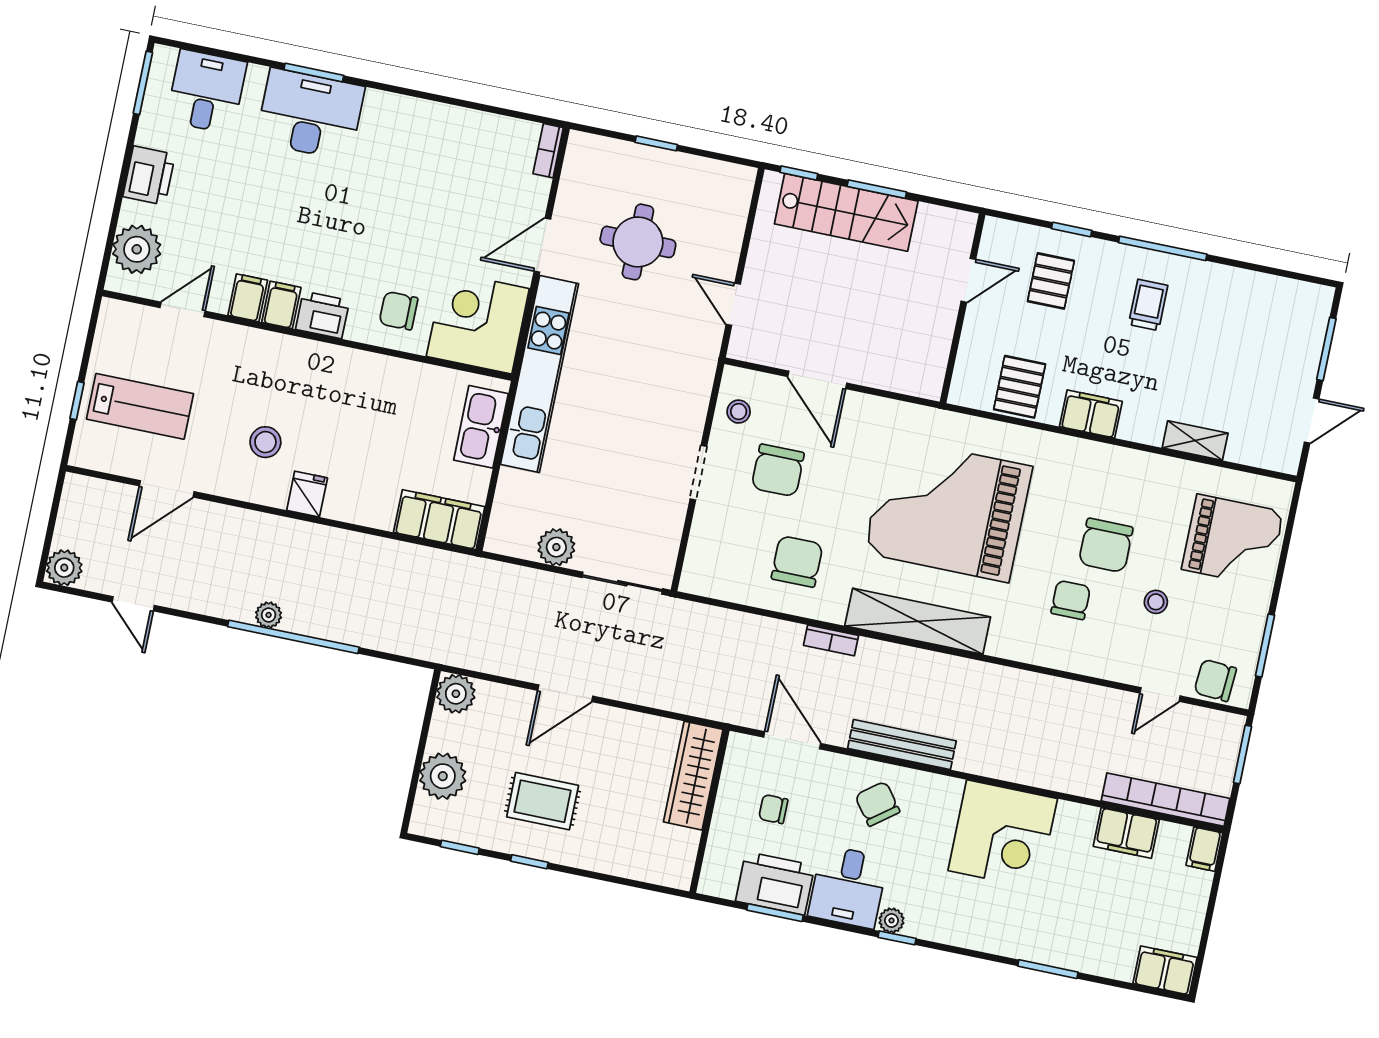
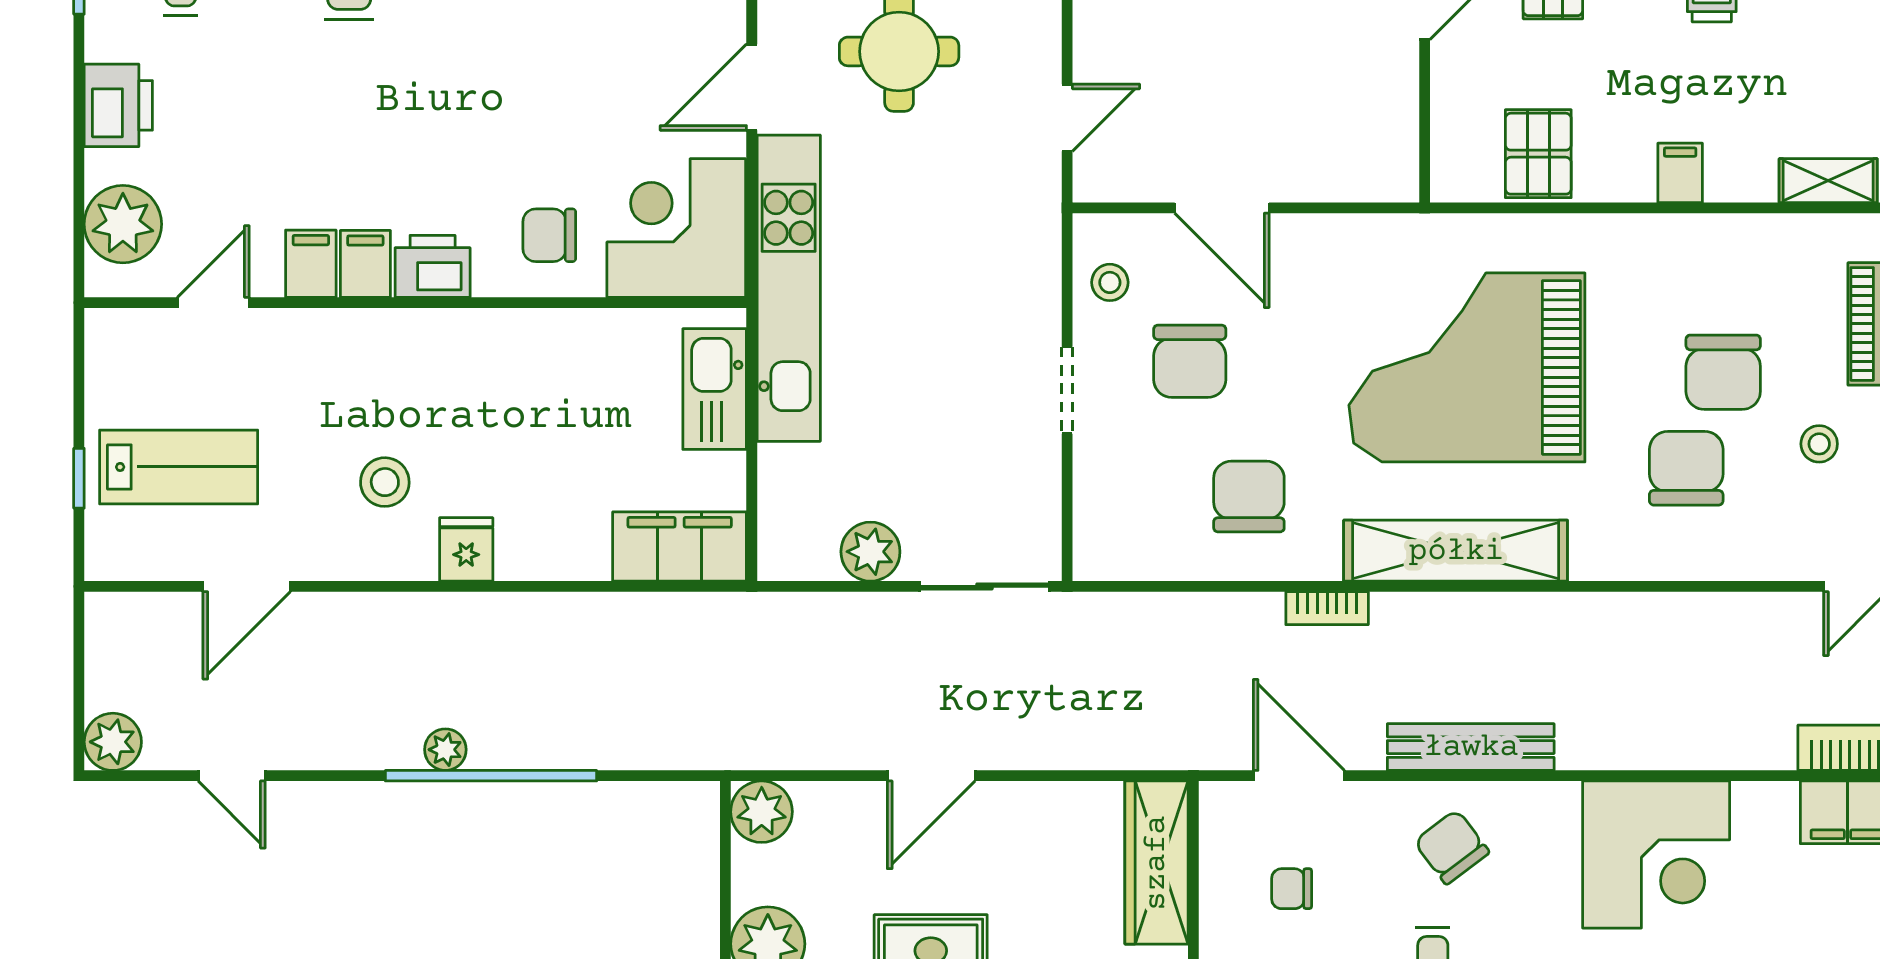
door: (733, 304) -> (1067, 118), swing flipped
filing cabinet: (1091, 414) -> (1680, 173), width x0.50
chair: (1071, 600) -> (1686, 468), width x1.37, depth x1.37

